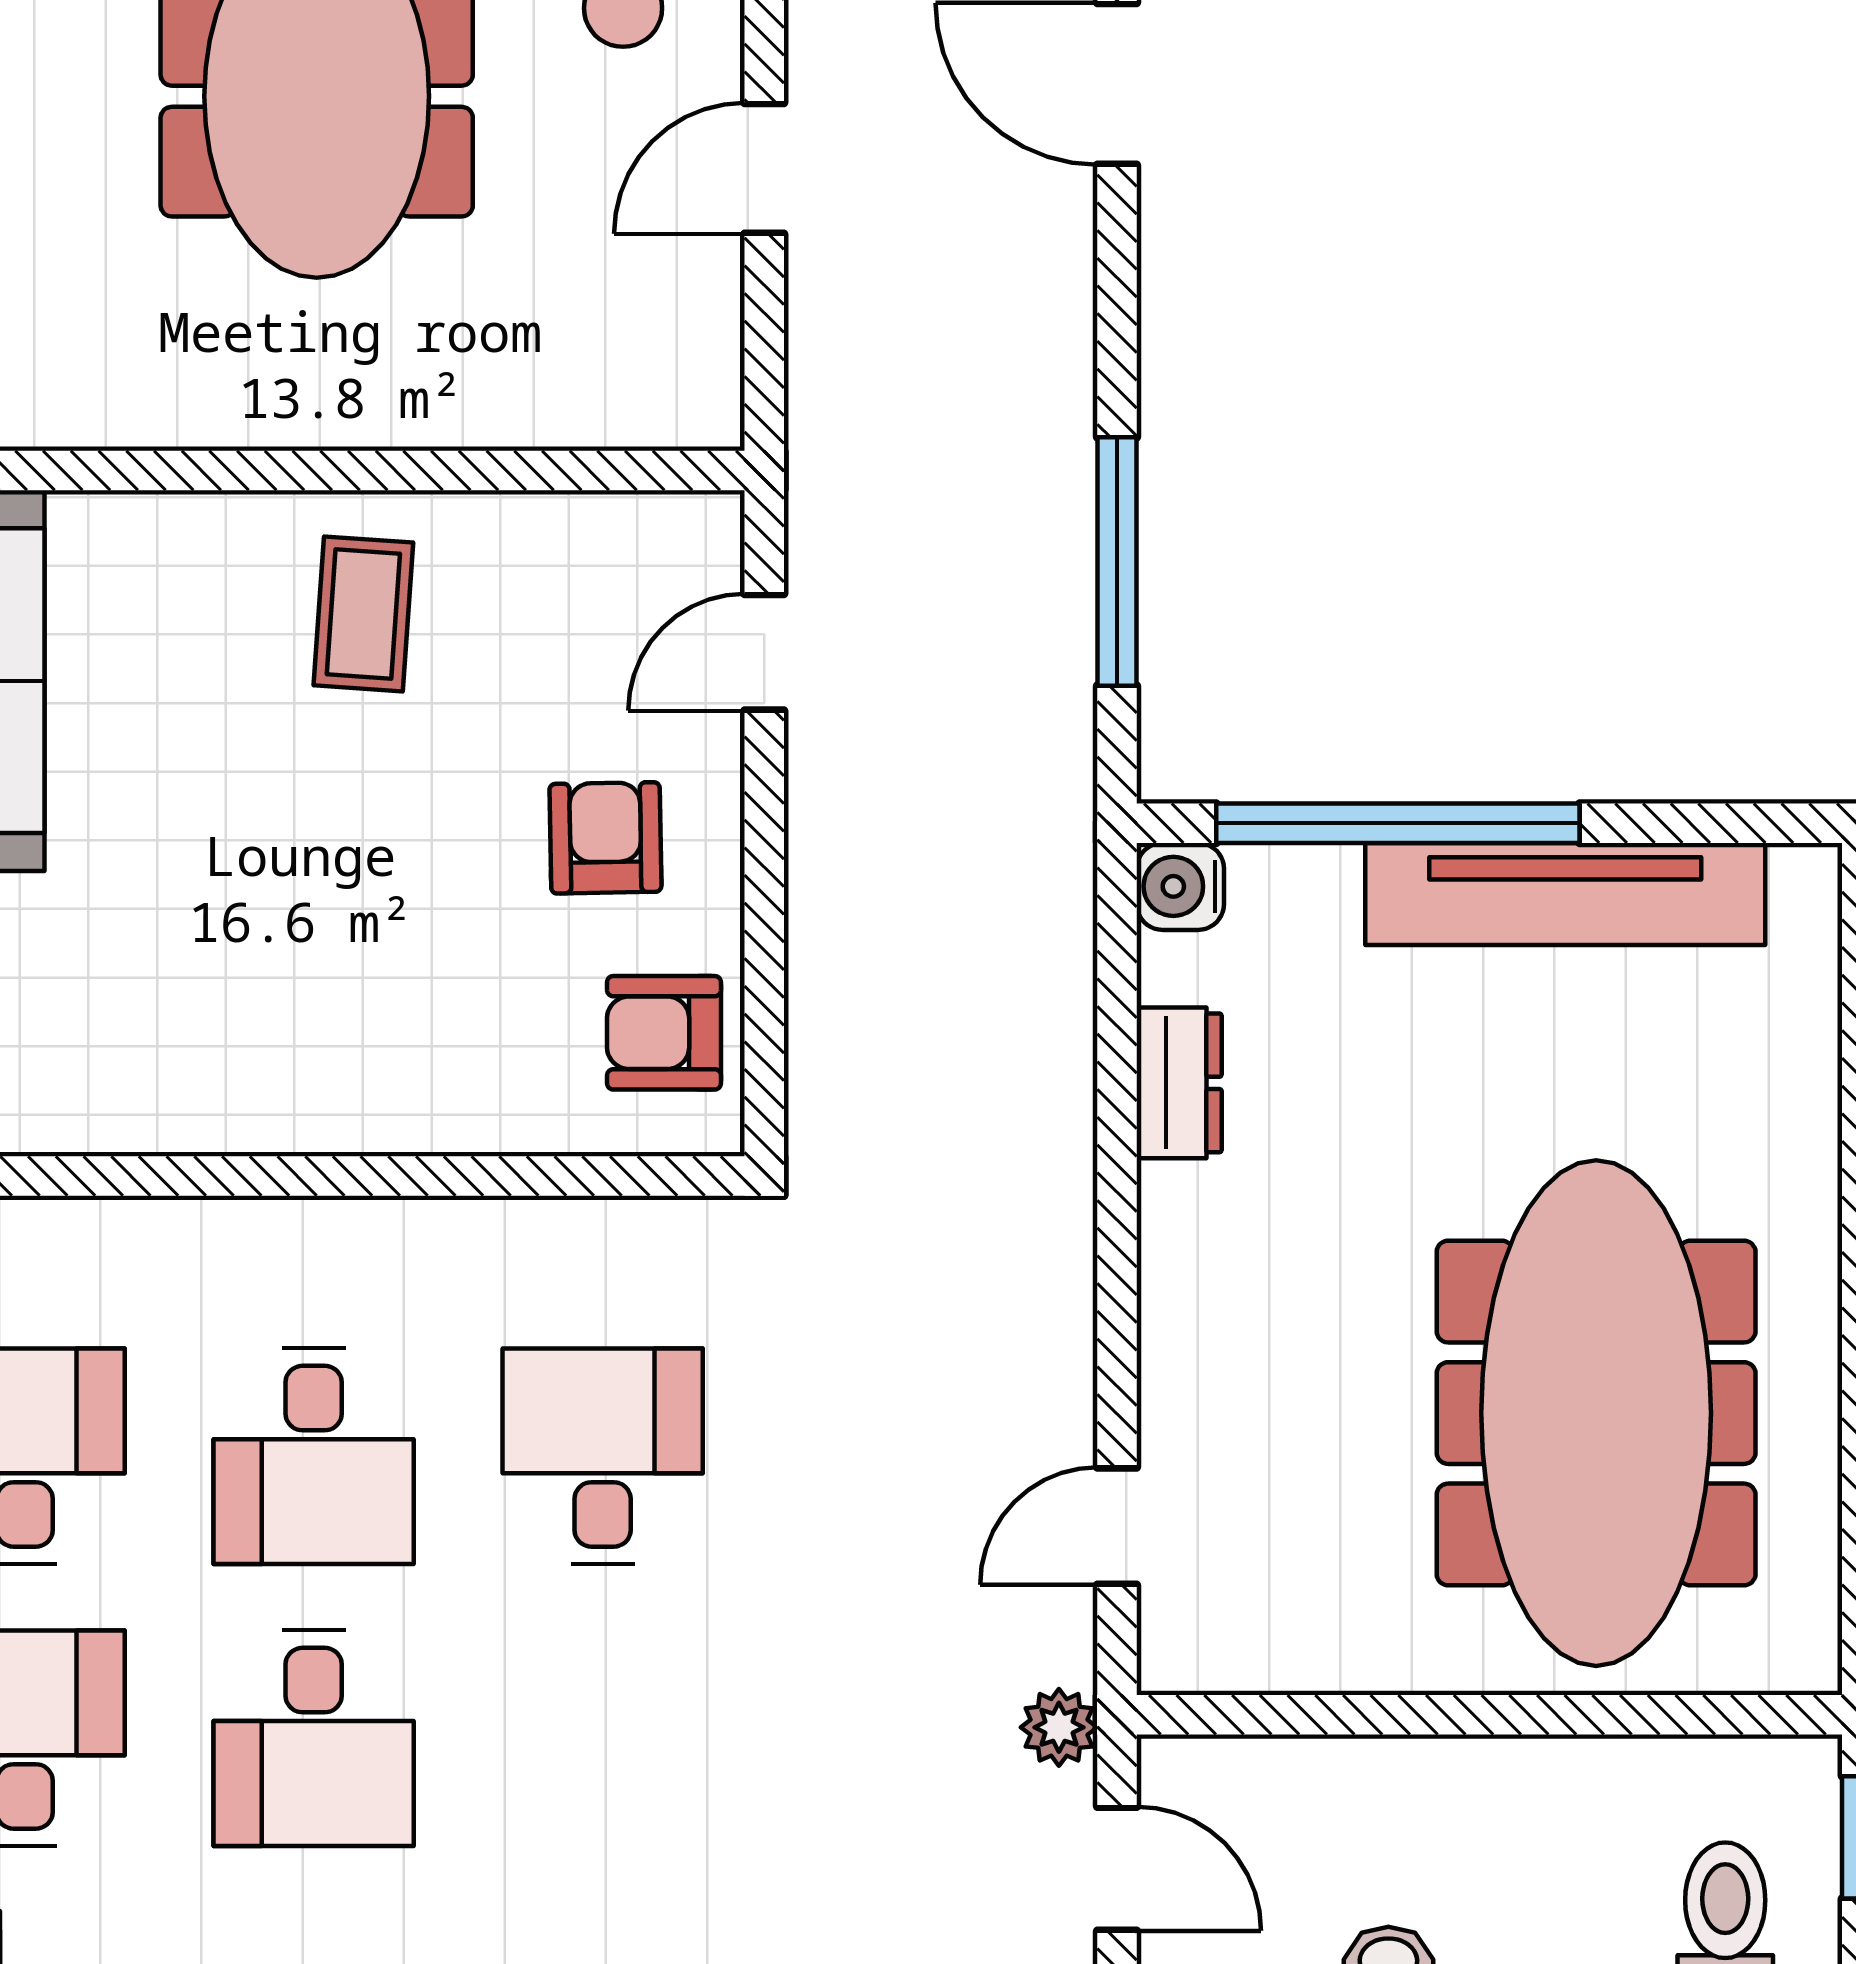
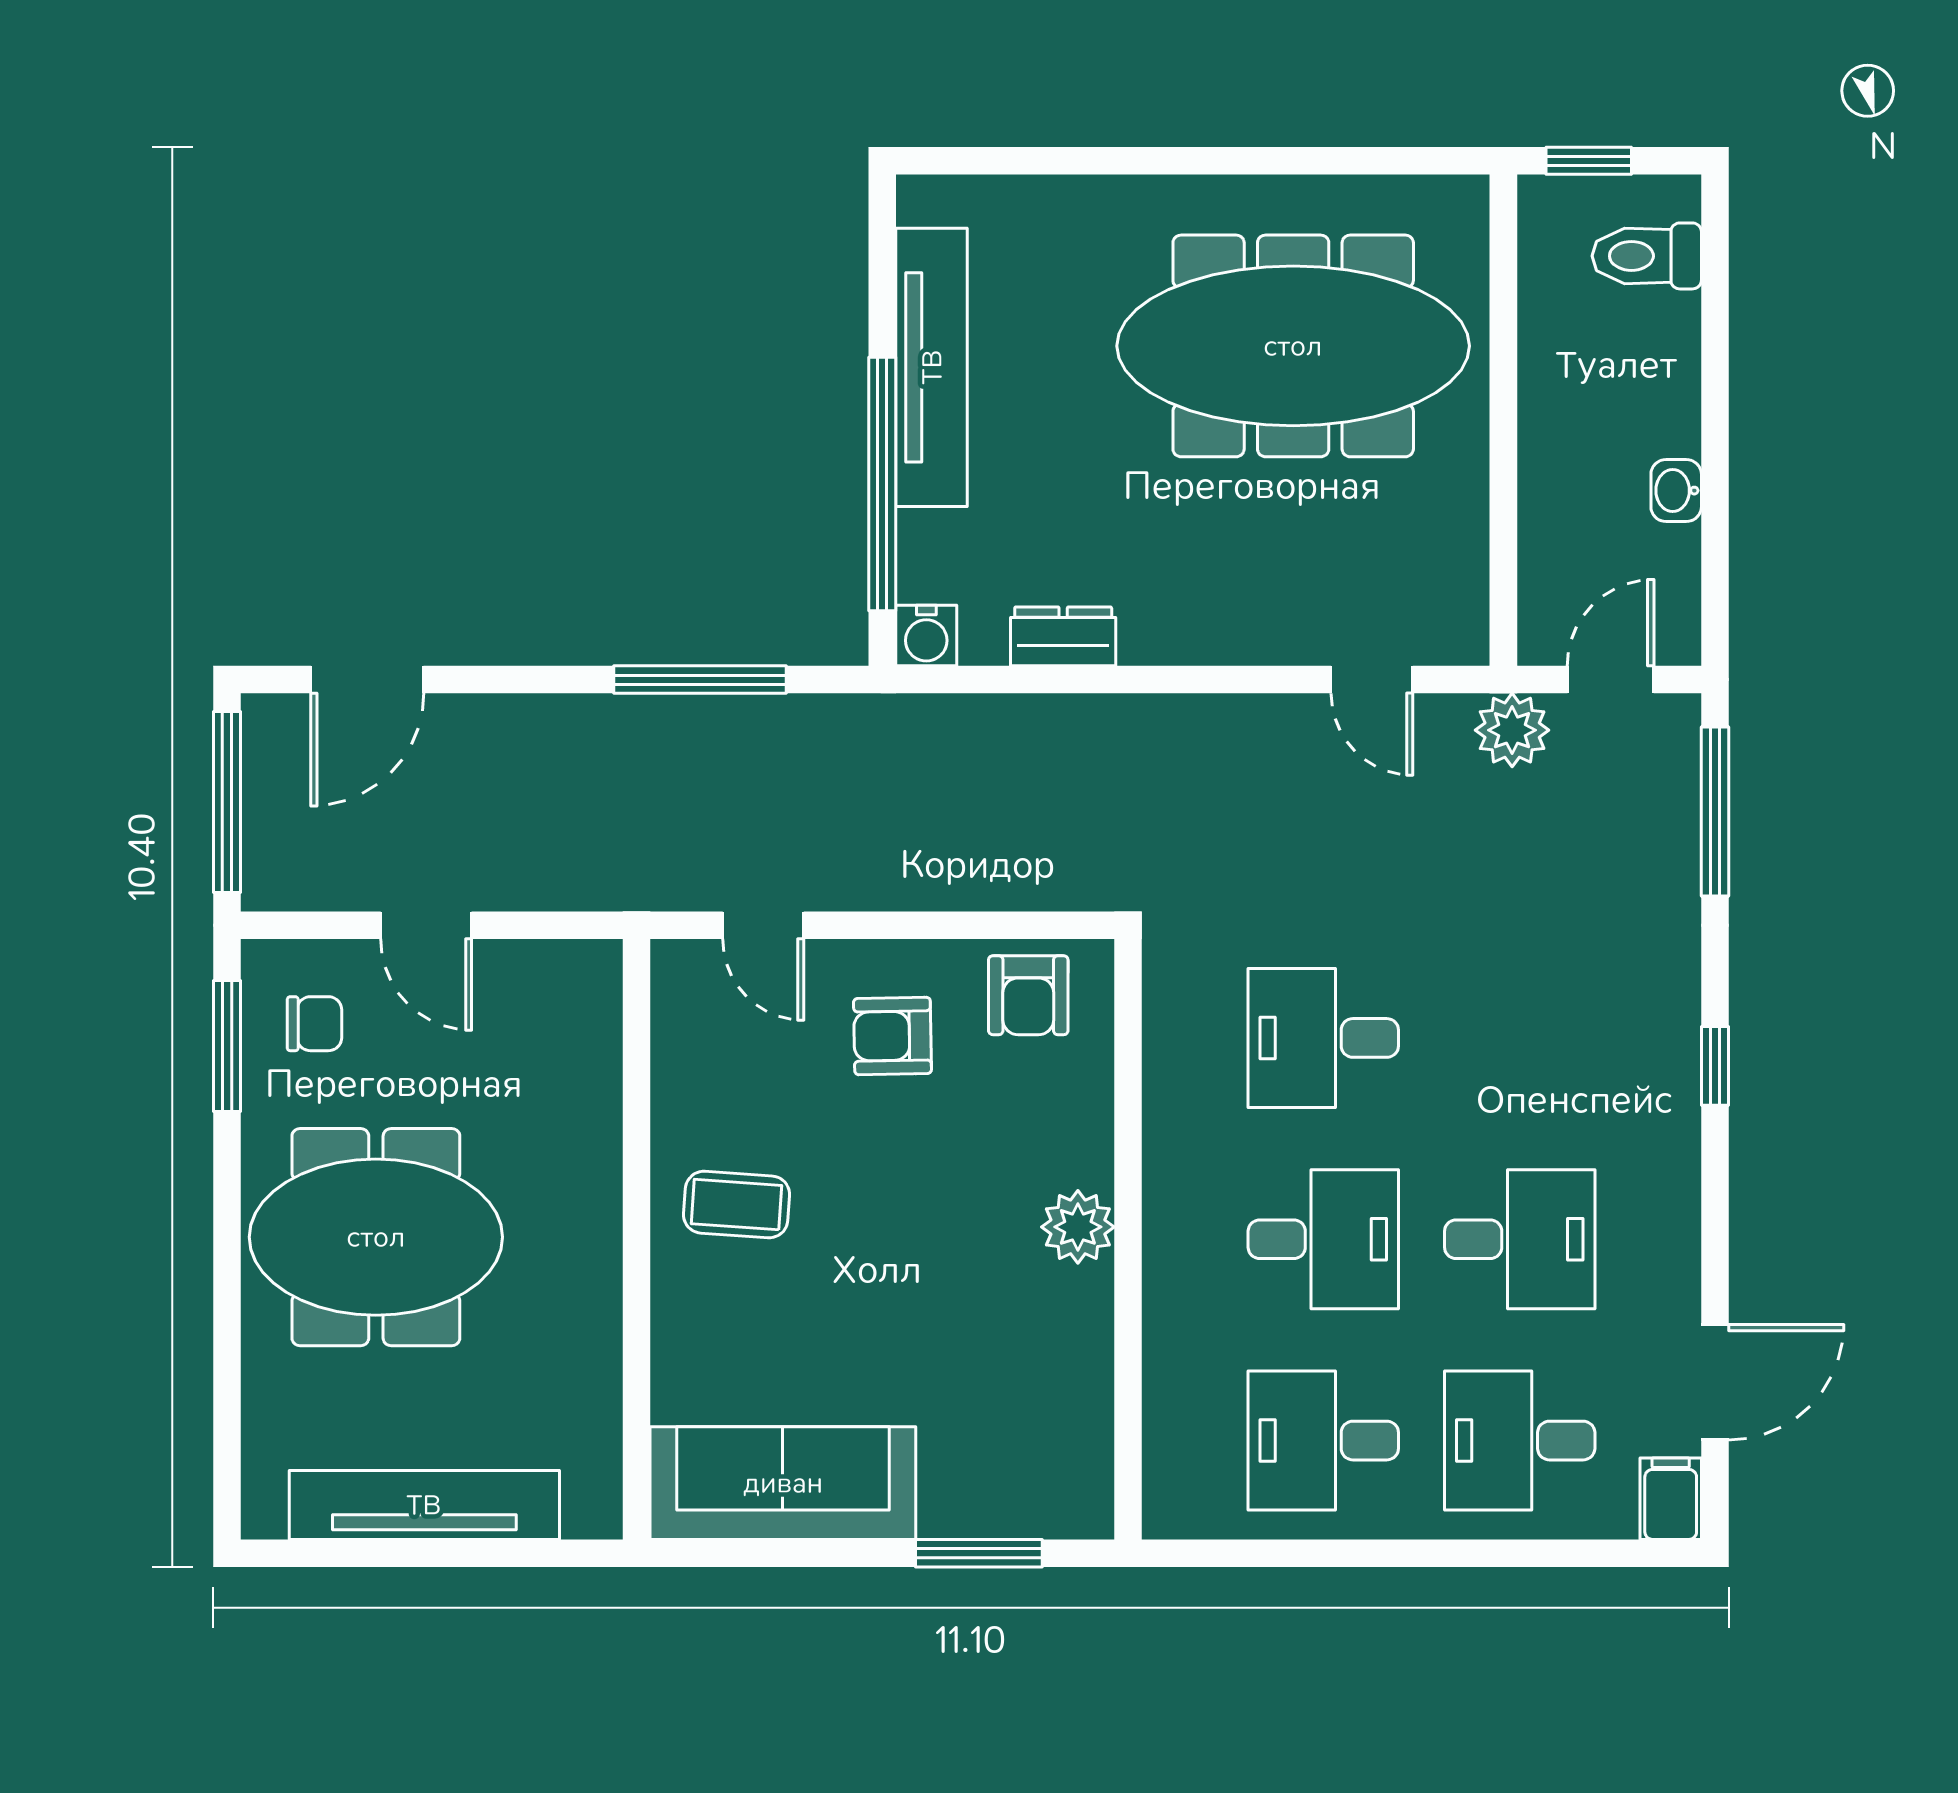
plant: (331, 1104) -> (1078, 1227), added
plant: (1059, 1727) -> (1512, 730), width x1.38, depth x1.38

